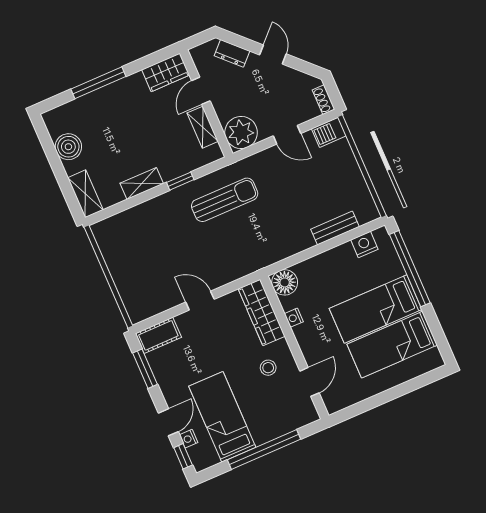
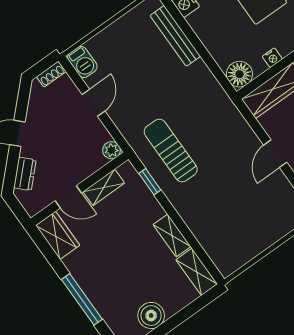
plant: (241, 132) -> (112, 150), width x0.53, depth x0.53
window: (180, 181) -> (150, 182), moved
shelving: (85, 194) -> (197, 272), moved, turned 90
bench: (335, 228) -> (175, 36), width x1.36

